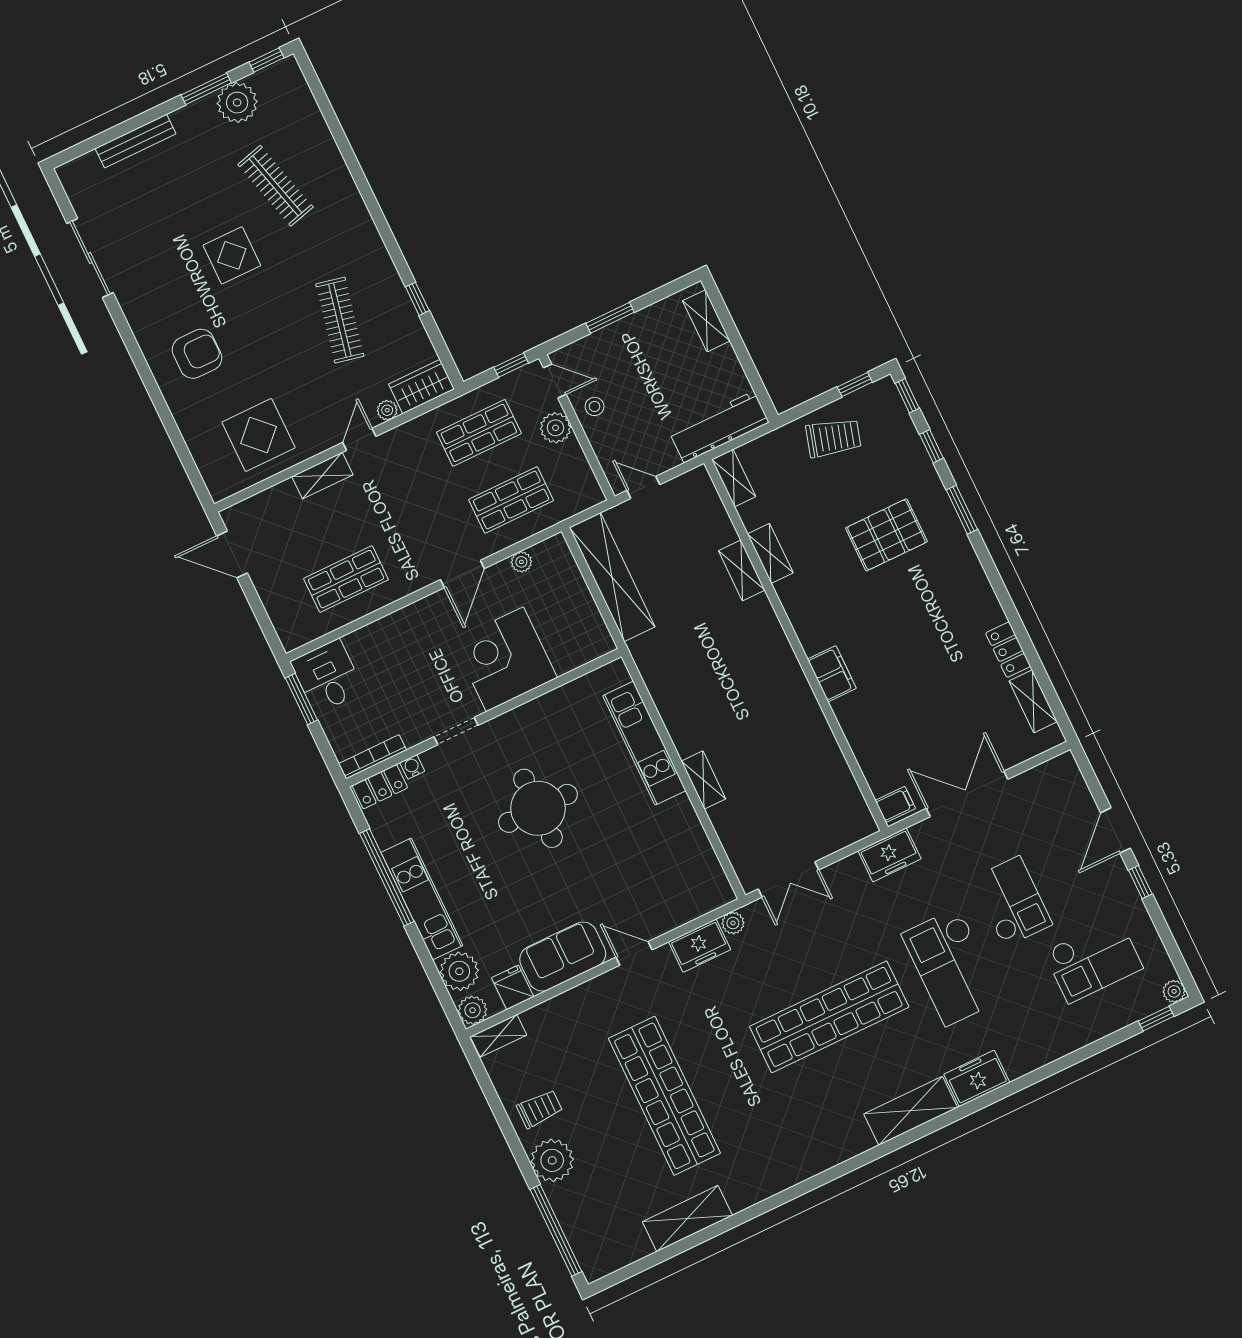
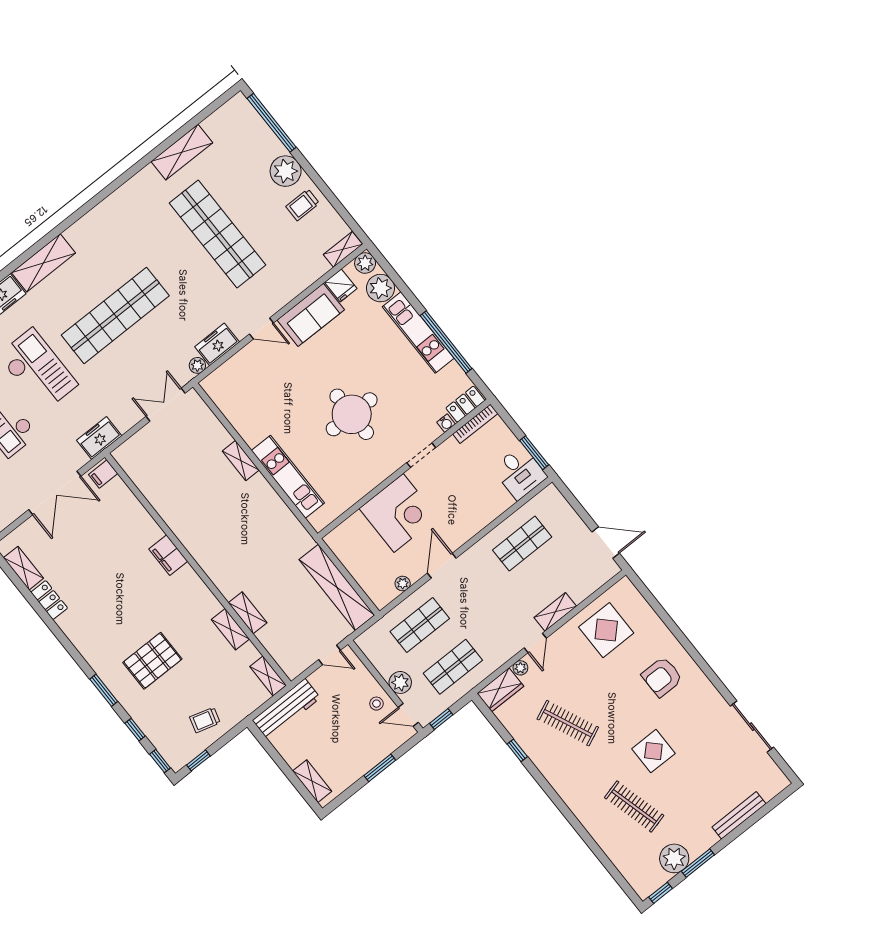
clothes rail: (340, 320) -> (568, 723), turned -36
trolley: (833, 438) -> (205, 720), width x0.73, depth x0.72

